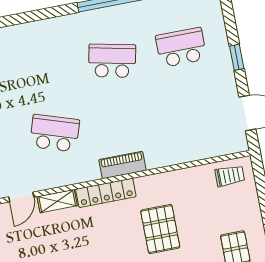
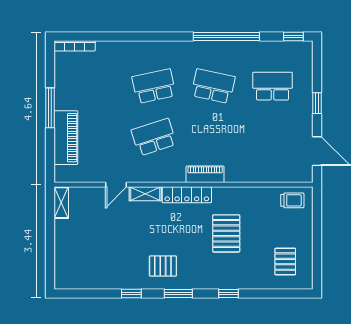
school desk: (43, 74) -> (154, 86), added
school desk: (55, 133) -> (154, 137), turned -36

